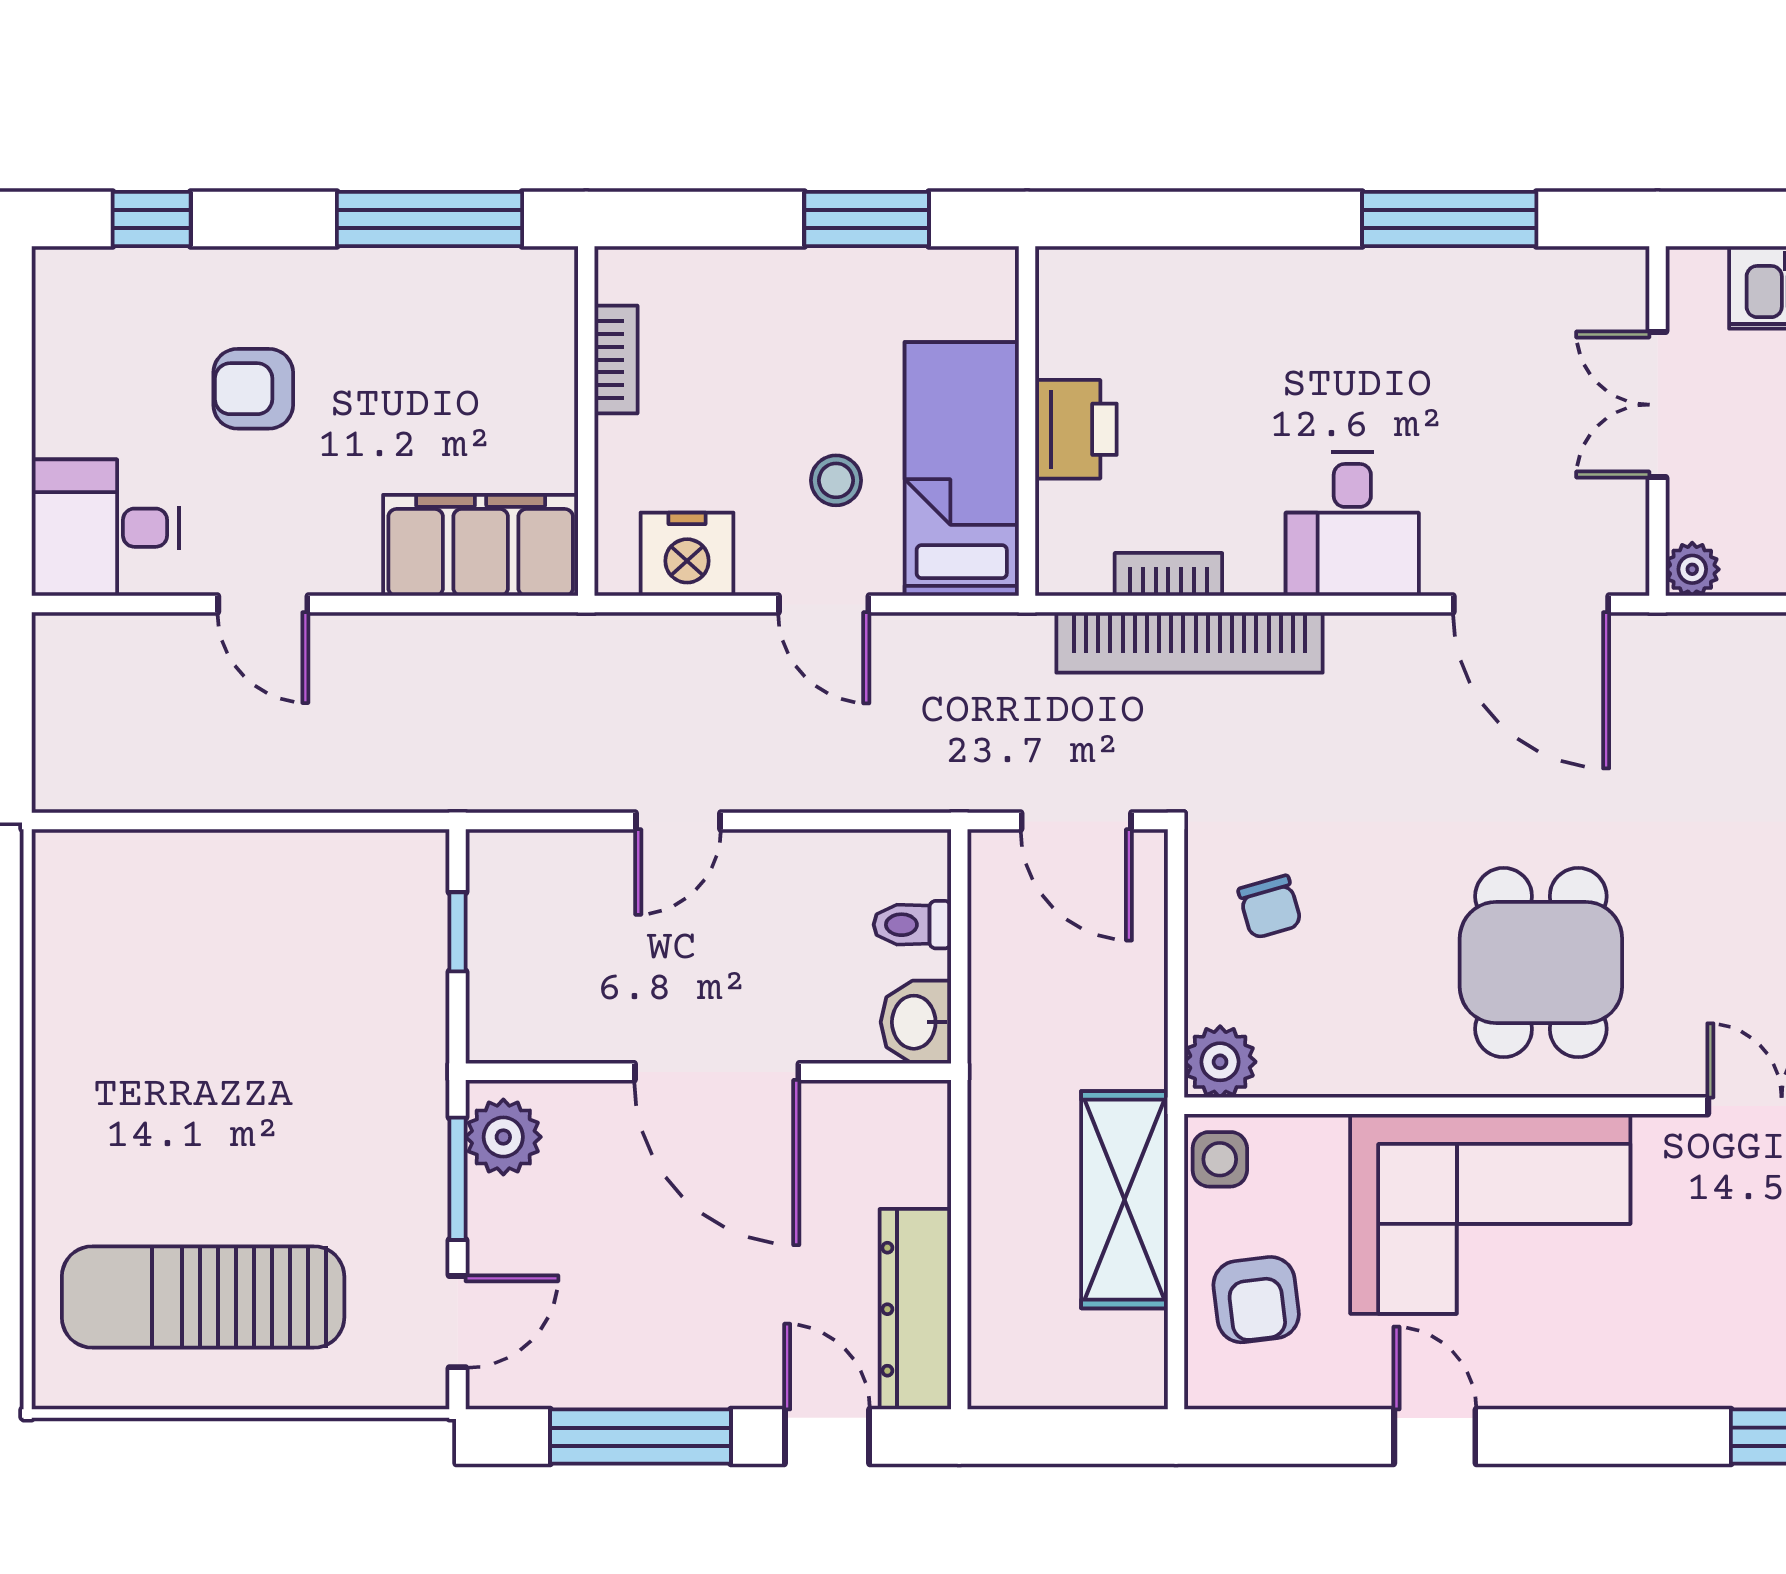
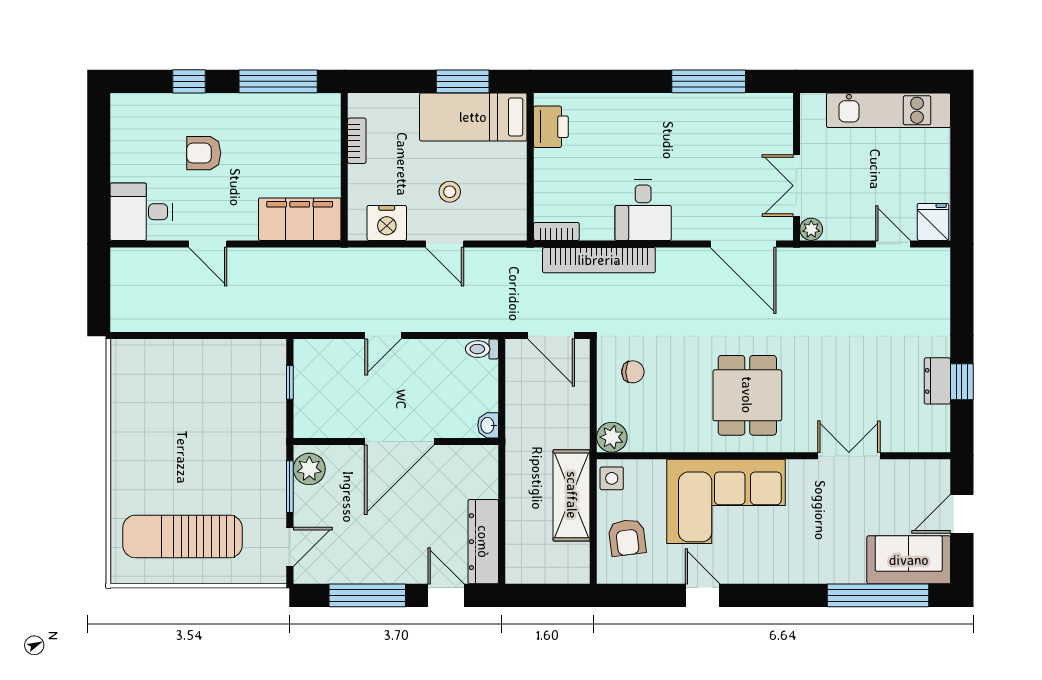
window: (152, 219) -> (189, 81), moved
double door: (1657, 405) -> (796, 186), moved
printer: (1076, 429) -> (551, 127), moved
bed: (962, 469) -> (473, 117), moved, turned -90
desk: (1352, 524) -> (643, 210), moved
bookcase: (1168, 574) -> (556, 231), moved
chair: (1270, 907) -> (633, 372), turned -74
toilet: (912, 925) -> (482, 349), moved
washbasin: (916, 1022) -> (488, 425), width x0.72, depth x0.69
door: (717, 1072) -> (399, 441), hinge flipped

